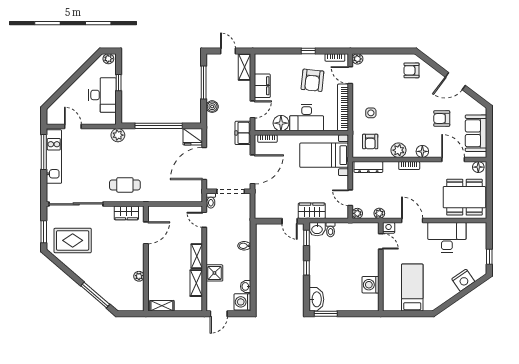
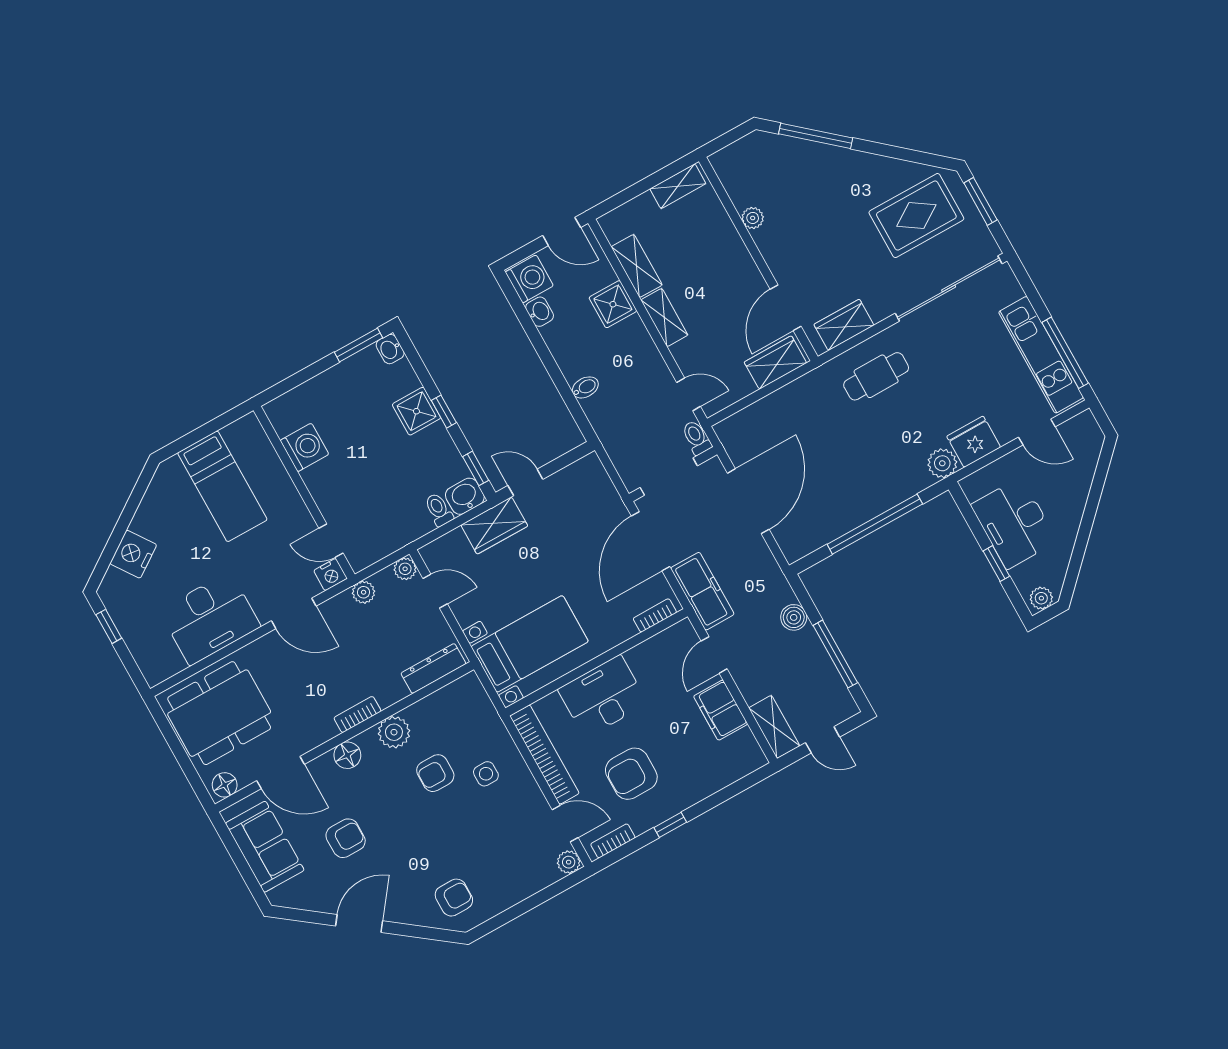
armchair: (312, 80) -> (631, 774), turned -96
floor lamp: (281, 123) -> (646, 659), removed
freezer: (243, 133) -> (702, 591), width x1.40
fridge: (193, 137) -> (974, 442), moved
armchair: (370, 141) -> (435, 773), moved, turned -90
wardrobe: (162, 213) -> (775, 363), added
shower: (317, 274) -> (416, 411), added
washbasin: (316, 299) -> (390, 349), width x0.52, depth x0.69
door: (219, 314) -> (562, 231), swing flipped

